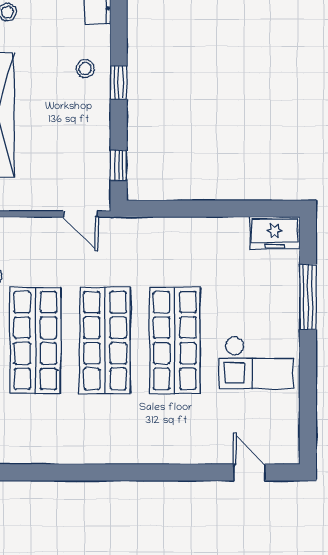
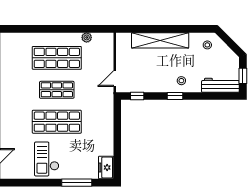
shop shelf: (105, 341) -> (57, 90), width x0.70, depth x0.74

